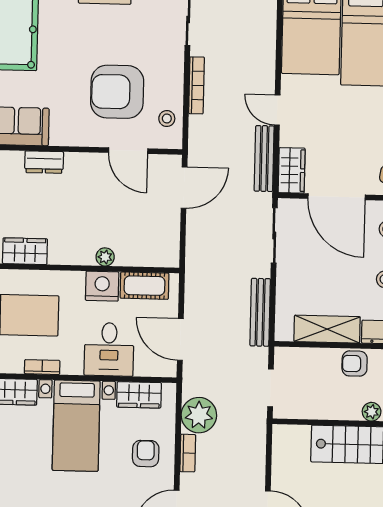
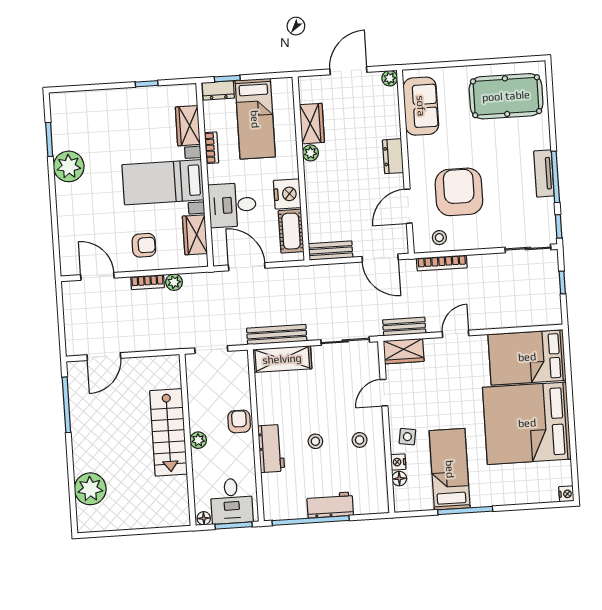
bookcase: (197, 85) -> (442, 263), moved
bench: (264, 159) -> (404, 327), width x0.73
dresser: (44, 162) -> (393, 156), moved
door: (337, 197) -> (384, 393), width x0.53
bench: (170, 243) -> (331, 251), added
plant: (105, 257) -> (310, 153), moved
shelving: (327, 329) -> (282, 359), moved, turned 90
door: (180, 339) -> (247, 267), hinge flipped
plant: (199, 415) -> (174, 282), width x0.53, depth x0.53

